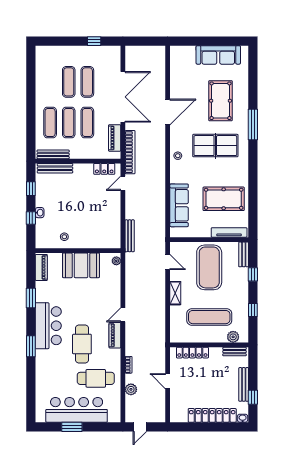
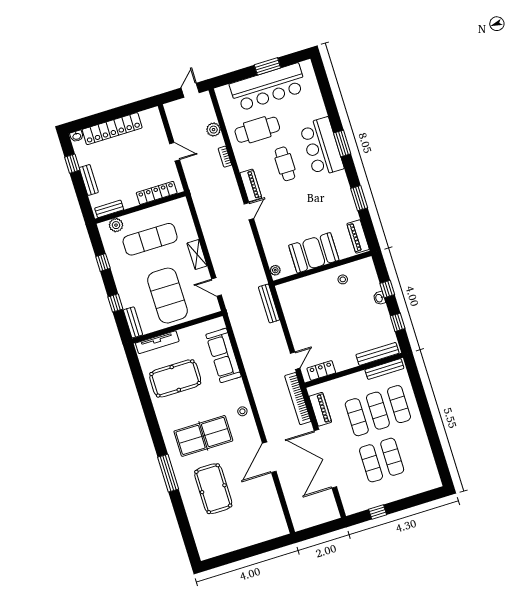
sofa: (218, 55) -> (232, 540), removed
bar counter: (48, 326) -> (322, 147), moved
cafe table: (82, 344) -> (285, 164), width x0.73, depth x0.74
bench: (244, 384) -> (89, 180), width x0.73

